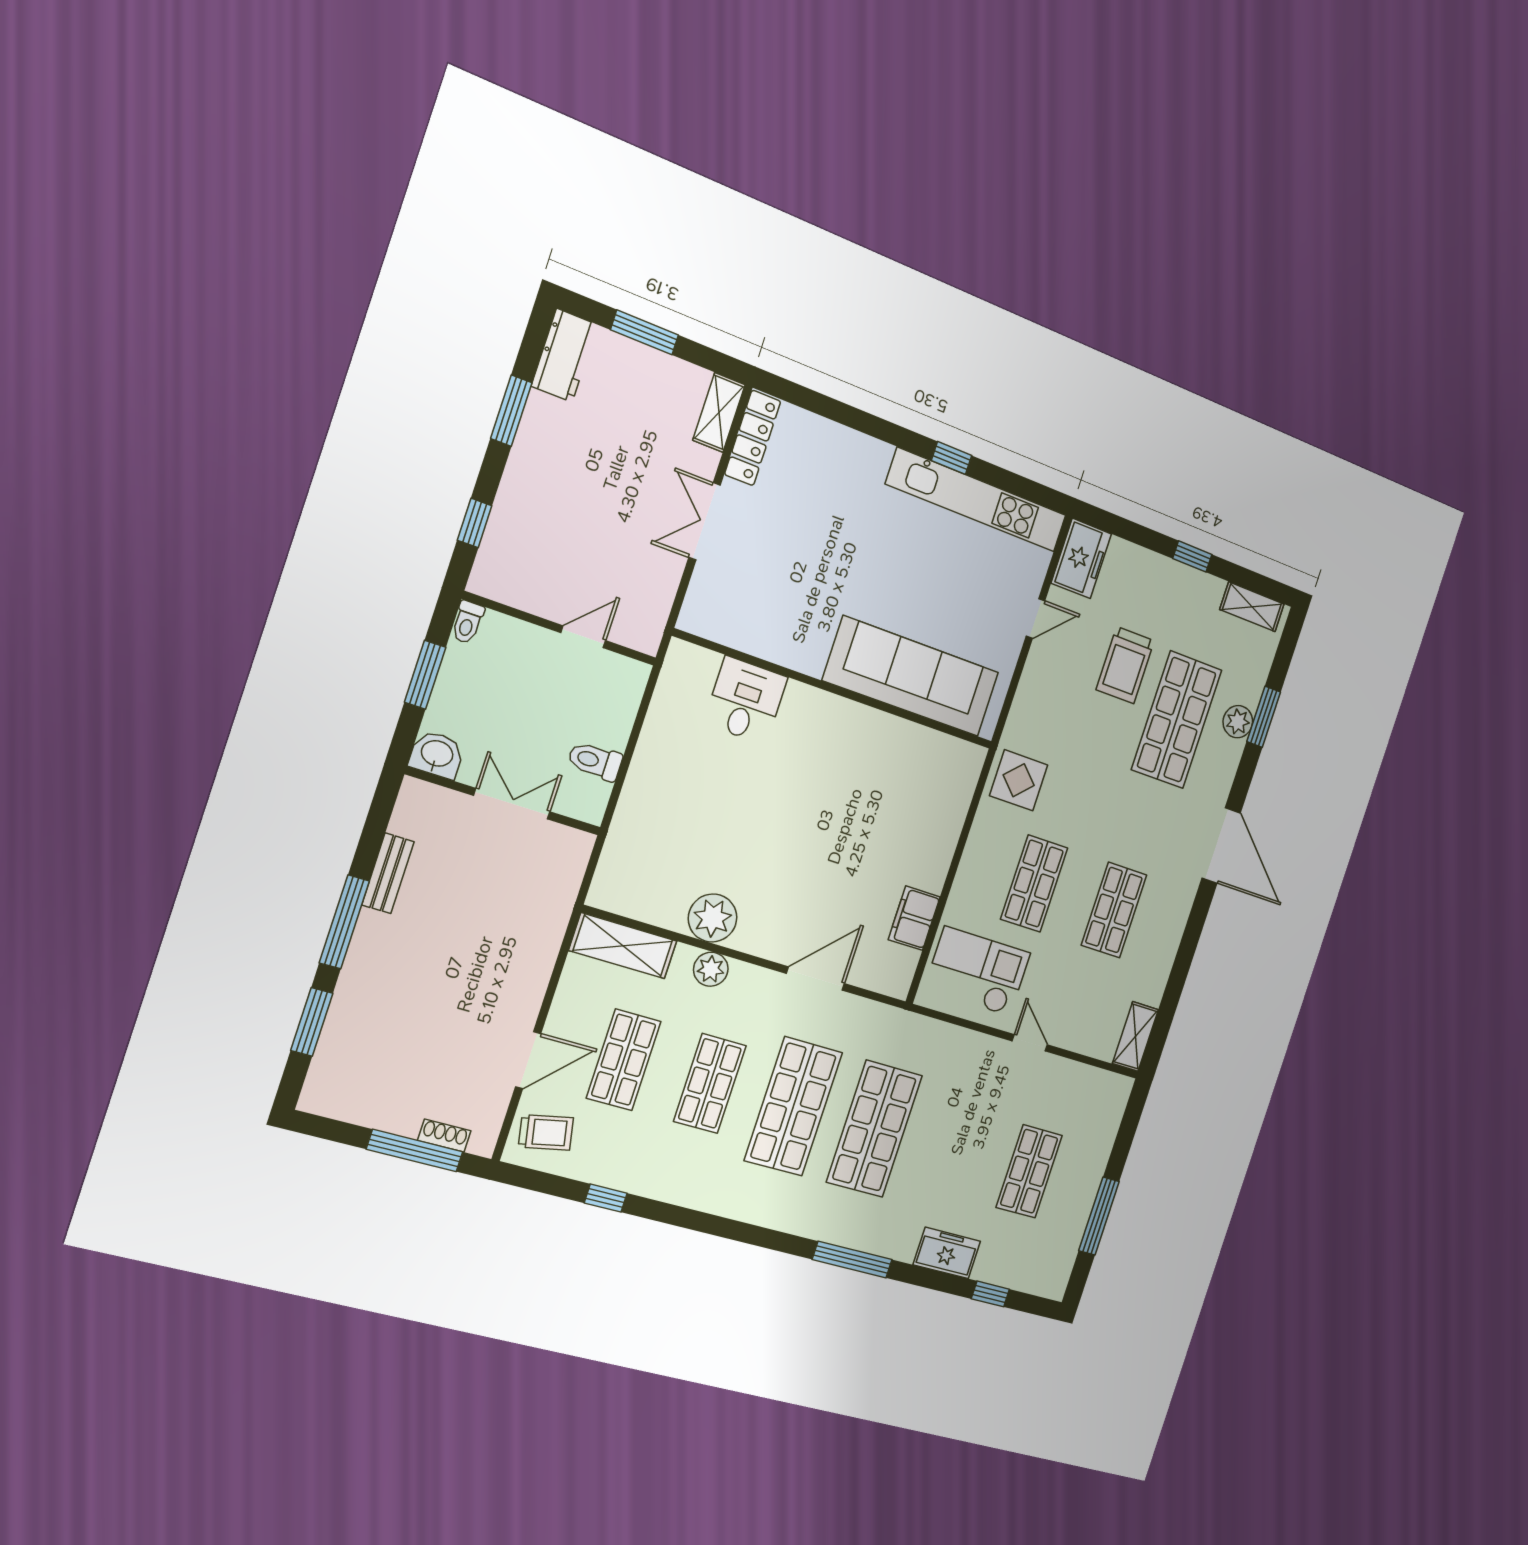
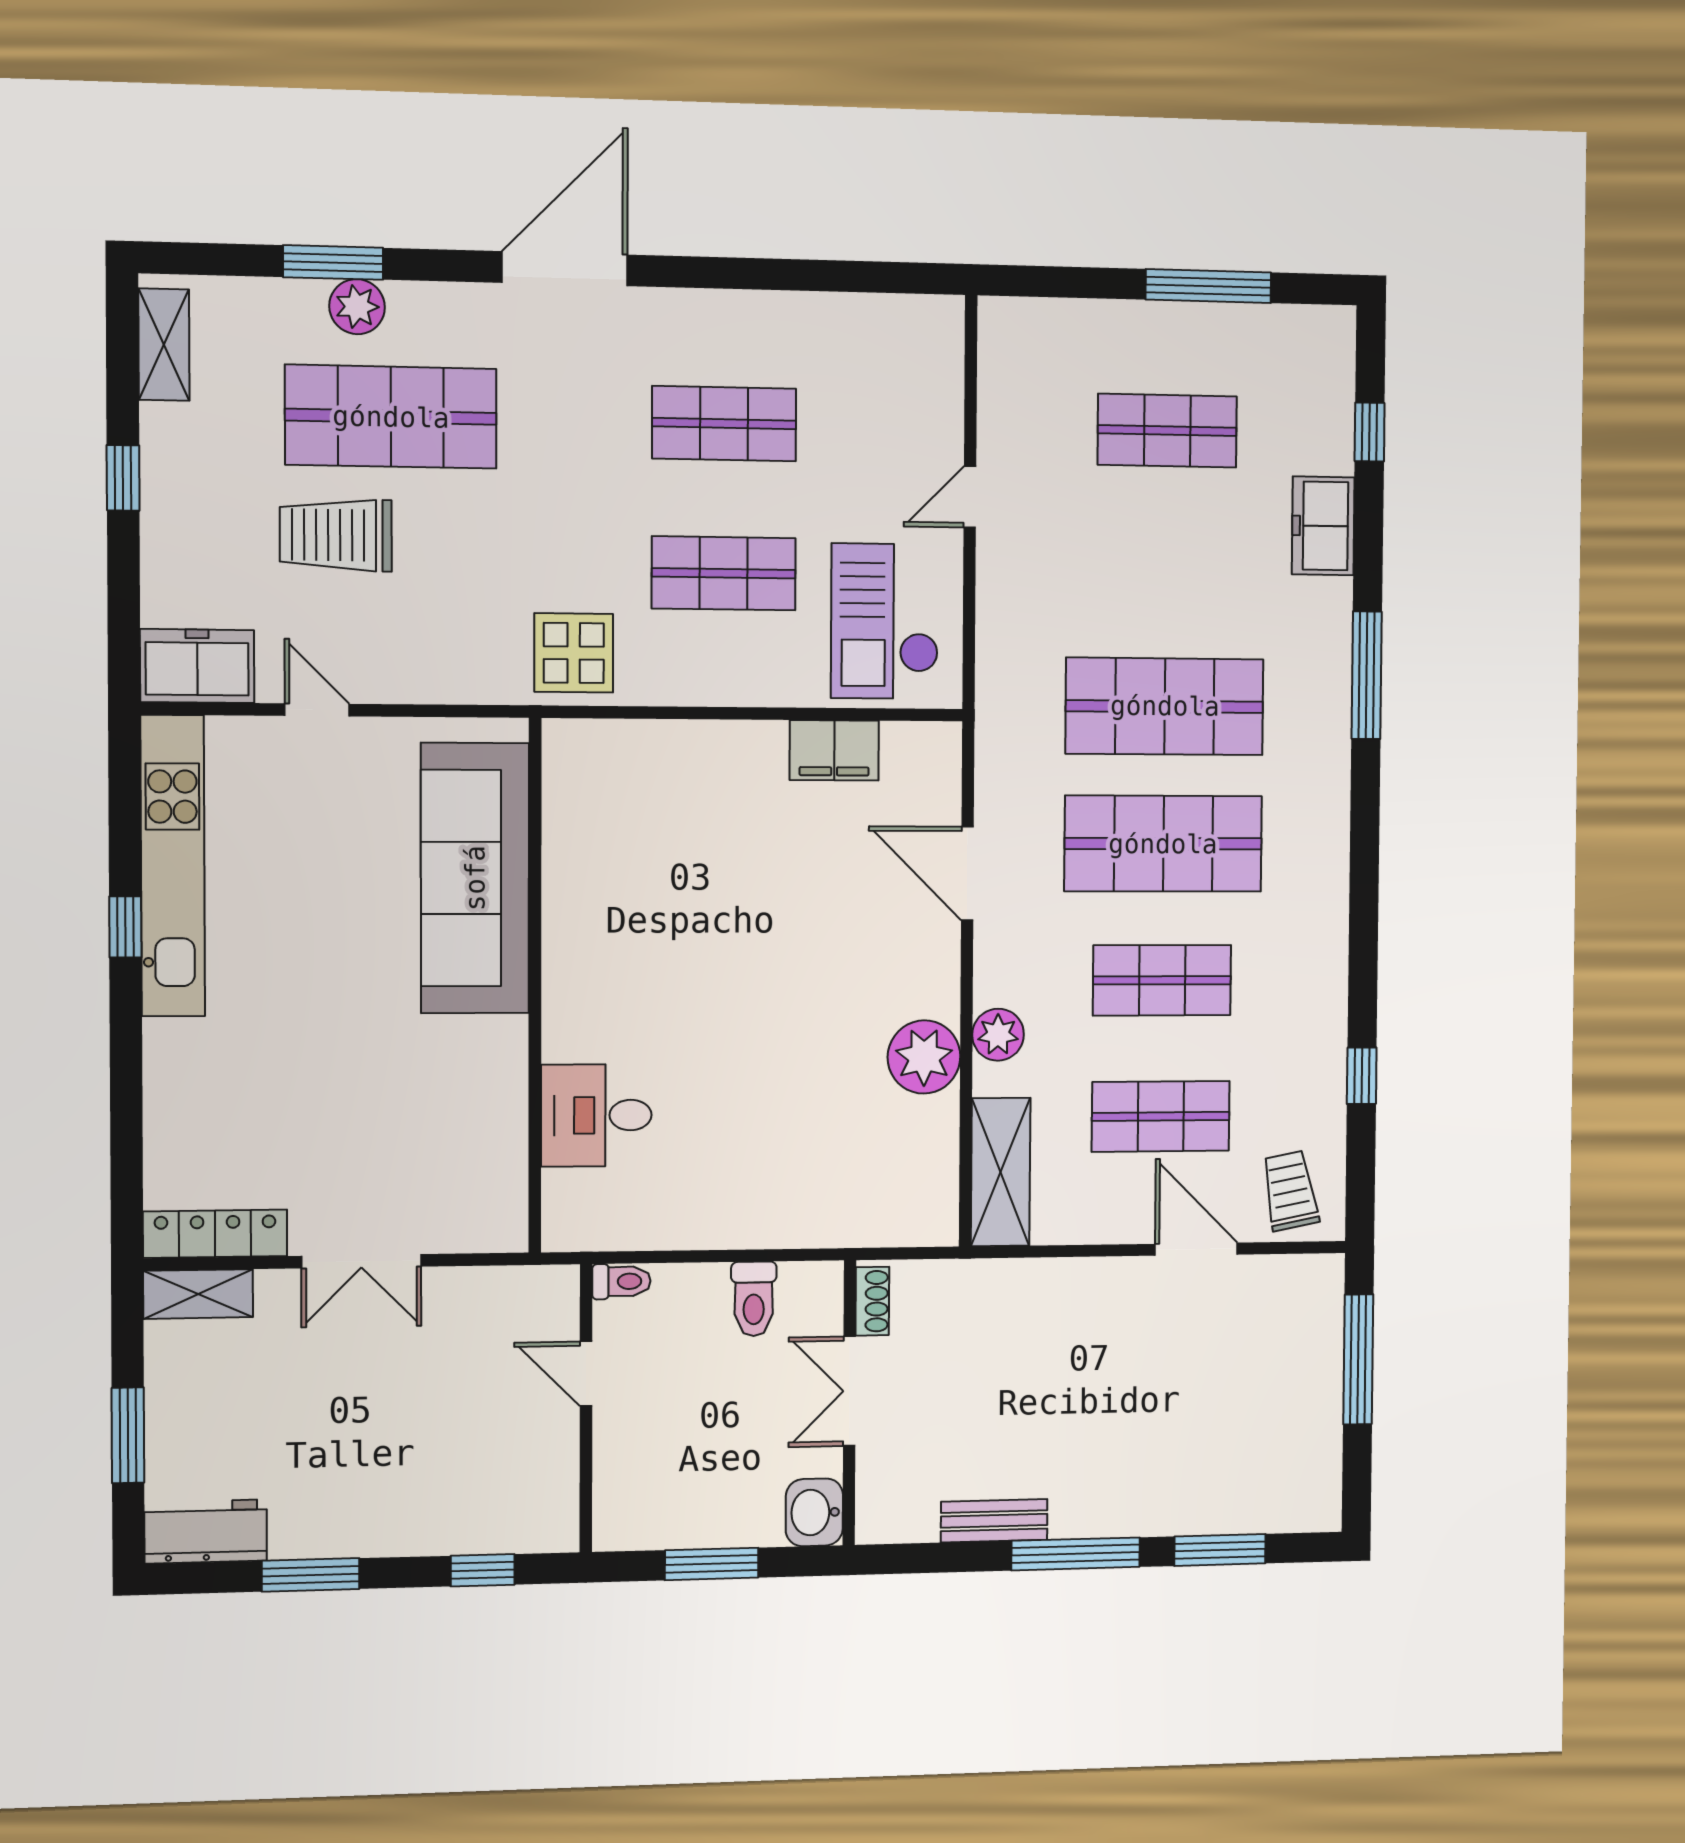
toilet: (468, 622) -> (621, 1281), moved
trolley: (1125, 665) -> (336, 535), turned 180
shelving: (1135, 1037) -> (912, 318), removed
shoe rack: (444, 1136) -> (872, 1301), moved, turned 180

